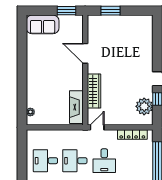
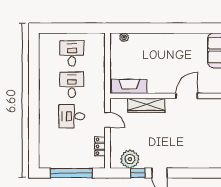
door: (97, 127) -> (107, 120), moved
locker: (132, 134) -> (100, 146), width x0.66

